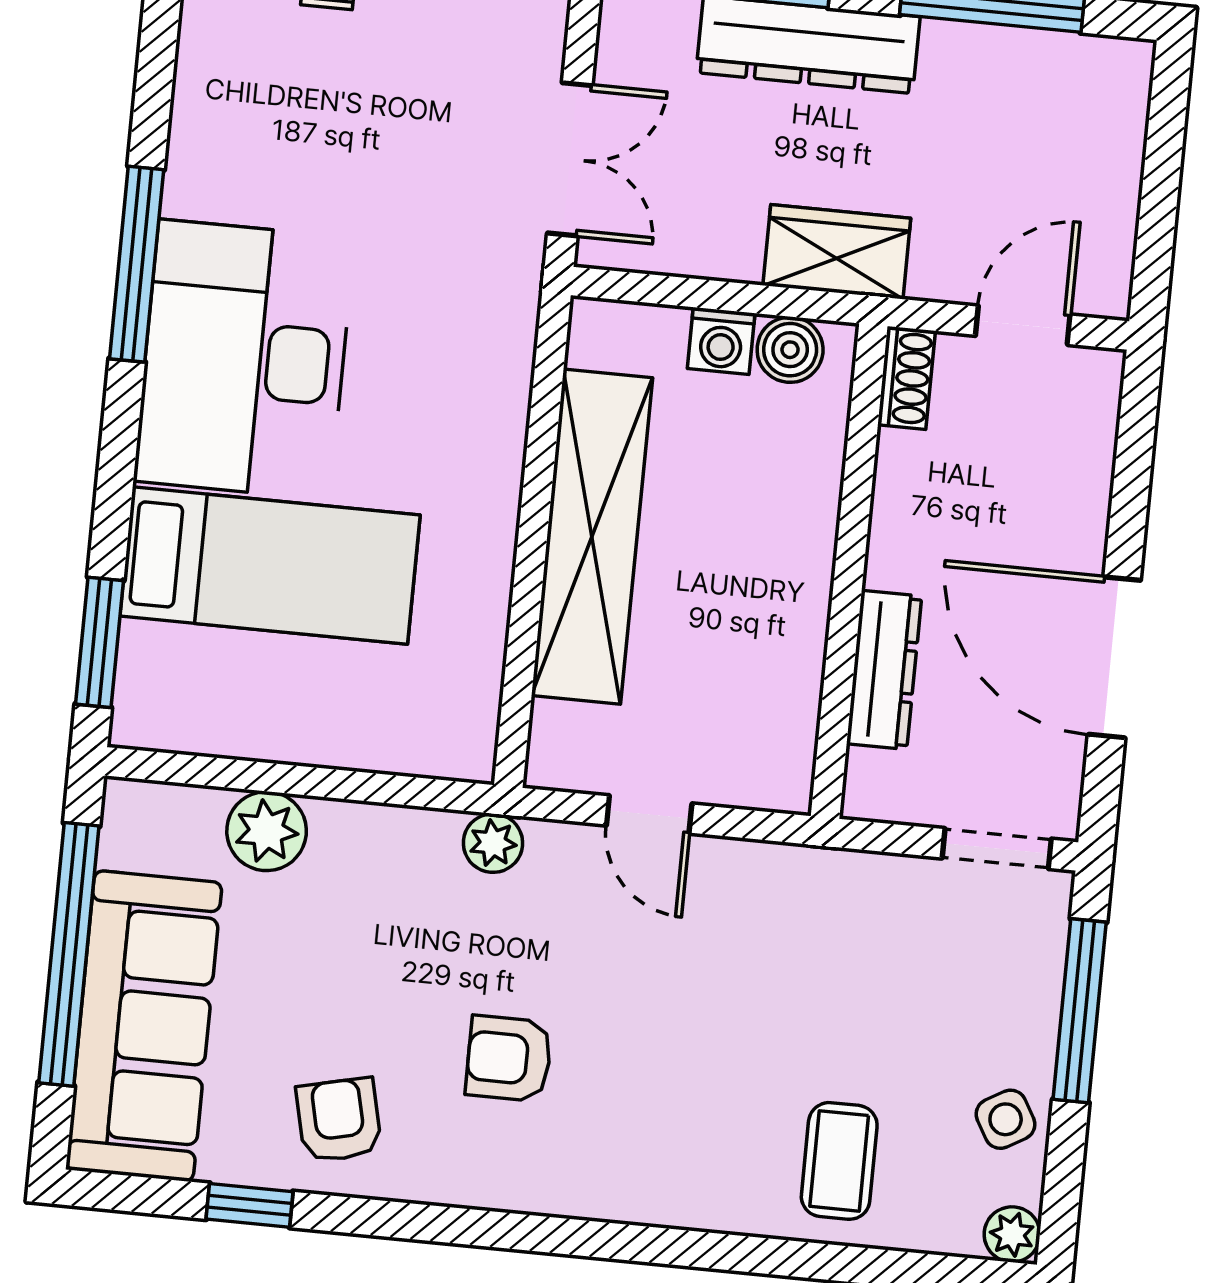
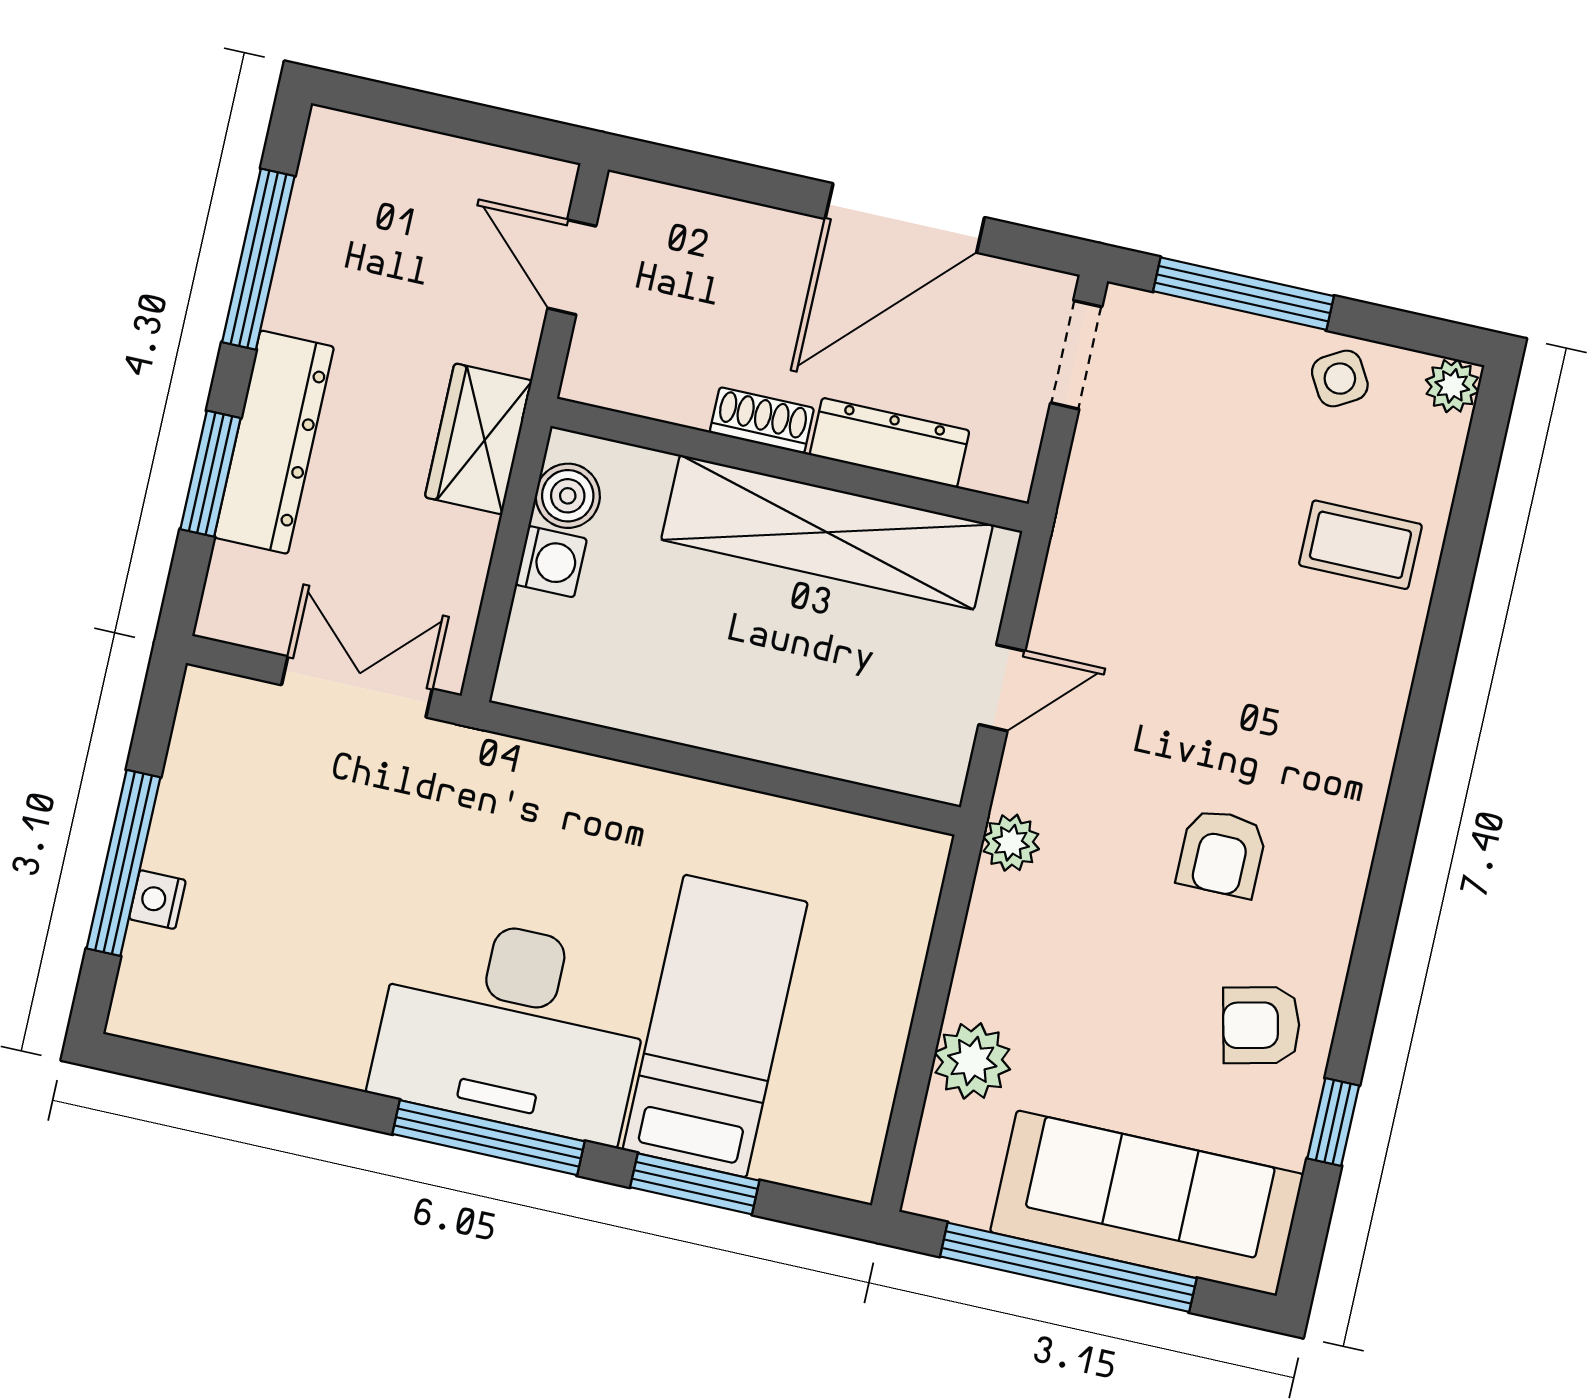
window: (137, 264) -> (488, 1138), moved
shoe rack: (907, 378) -> (762, 420), moved
shelving: (592, 537) -> (827, 532), moved
window: (99, 642) -> (695, 1184), moved

